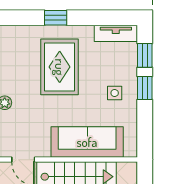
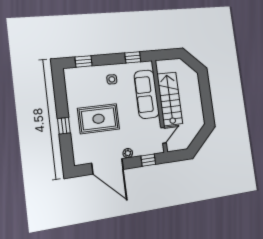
tv unit: (116, 33) -> (70, 83), removed
window: (145, 88) -> (133, 57), moved

